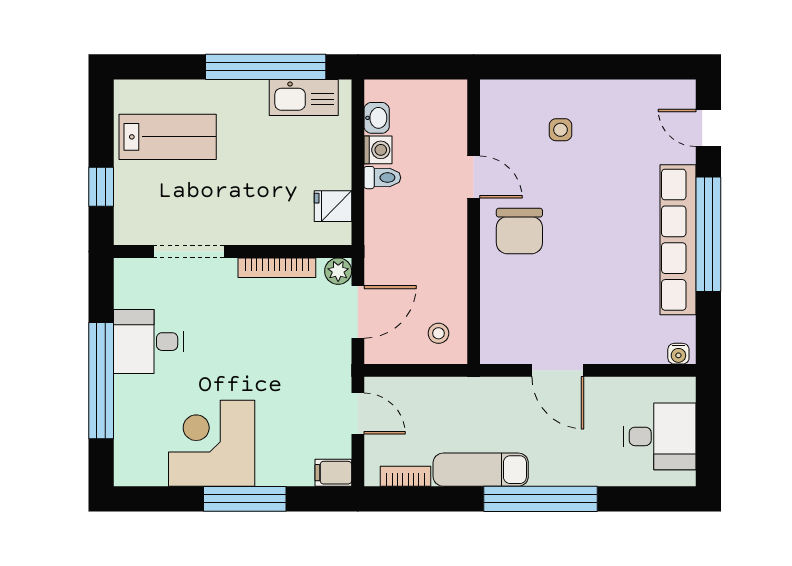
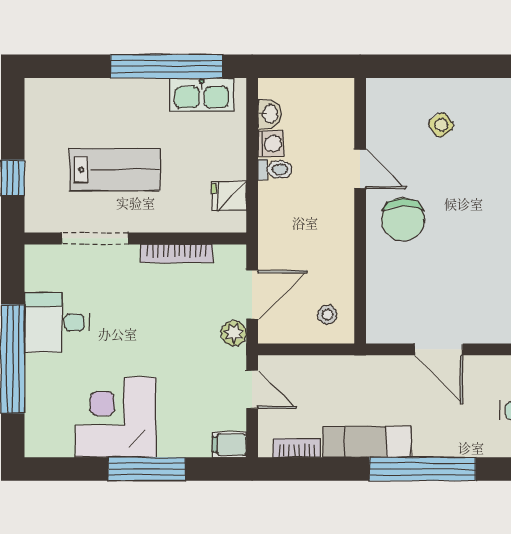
side table: (561, 130) -> (441, 125), turned -38
lab bench: (168, 137) -> (115, 170), moved
plant: (338, 271) -> (234, 333), moved

